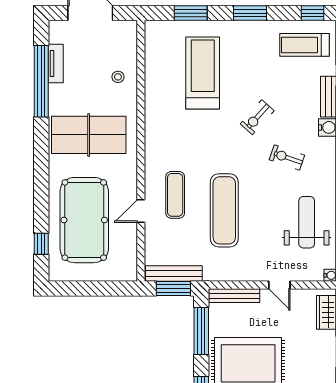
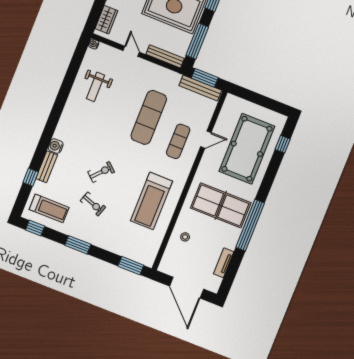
window: (191, 13) -> (131, 266), moved
treadmill: (203, 73) -> (151, 201), moved
window: (41, 81) -> (250, 225), moved
exercise bike: (287, 157) -> (93, 204), moved
weight bench: (307, 222) -> (96, 87), width x0.73, depth x0.75

